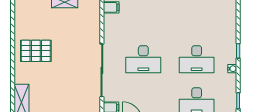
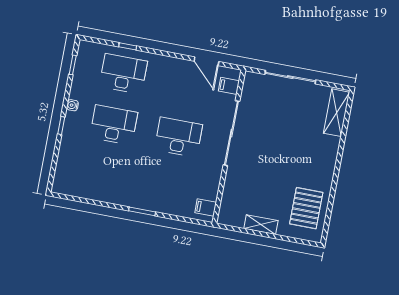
pallet: (36, 51) -> (306, 208), moved, turned 90

